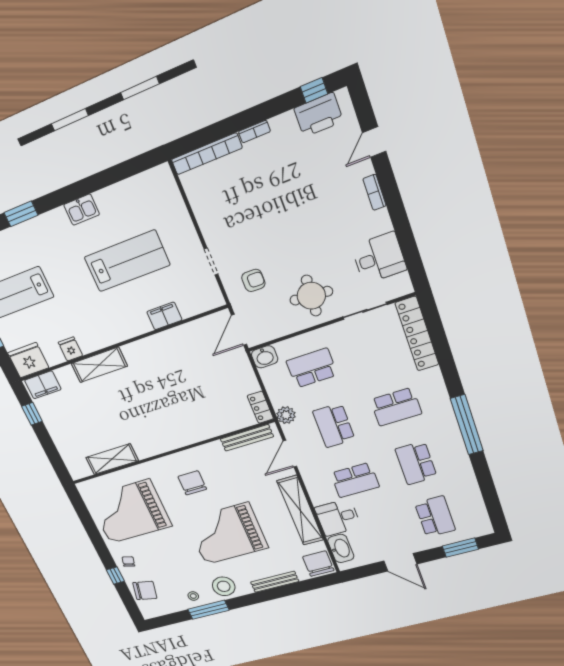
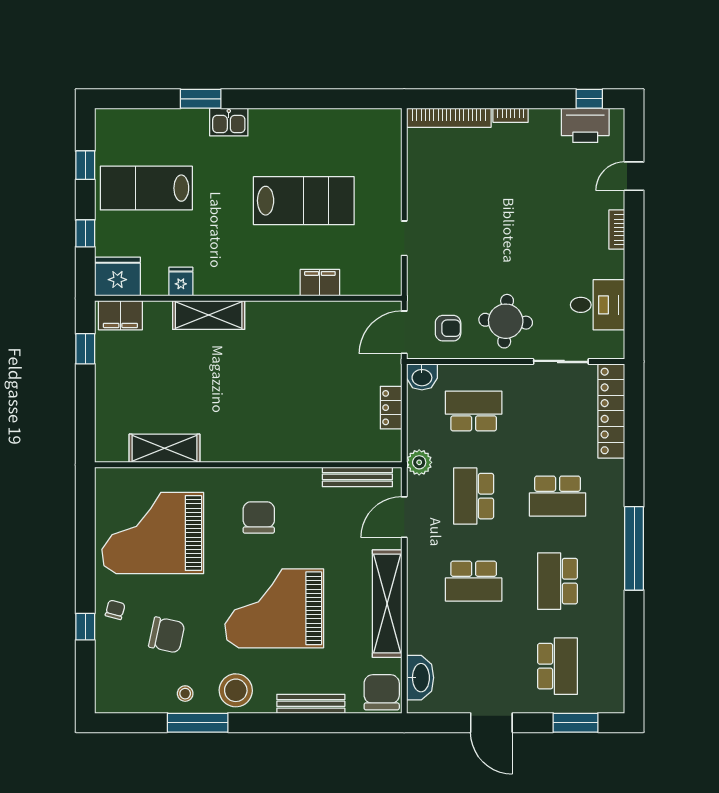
kitchen sink: (82, 210) -> (229, 122), moved
armchair: (253, 280) -> (448, 328), moved
locker: (260, 407) -> (391, 408), moved
desk: (338, 517) -> (433, 629), removed
chair: (145, 591) -> (167, 635), moved

